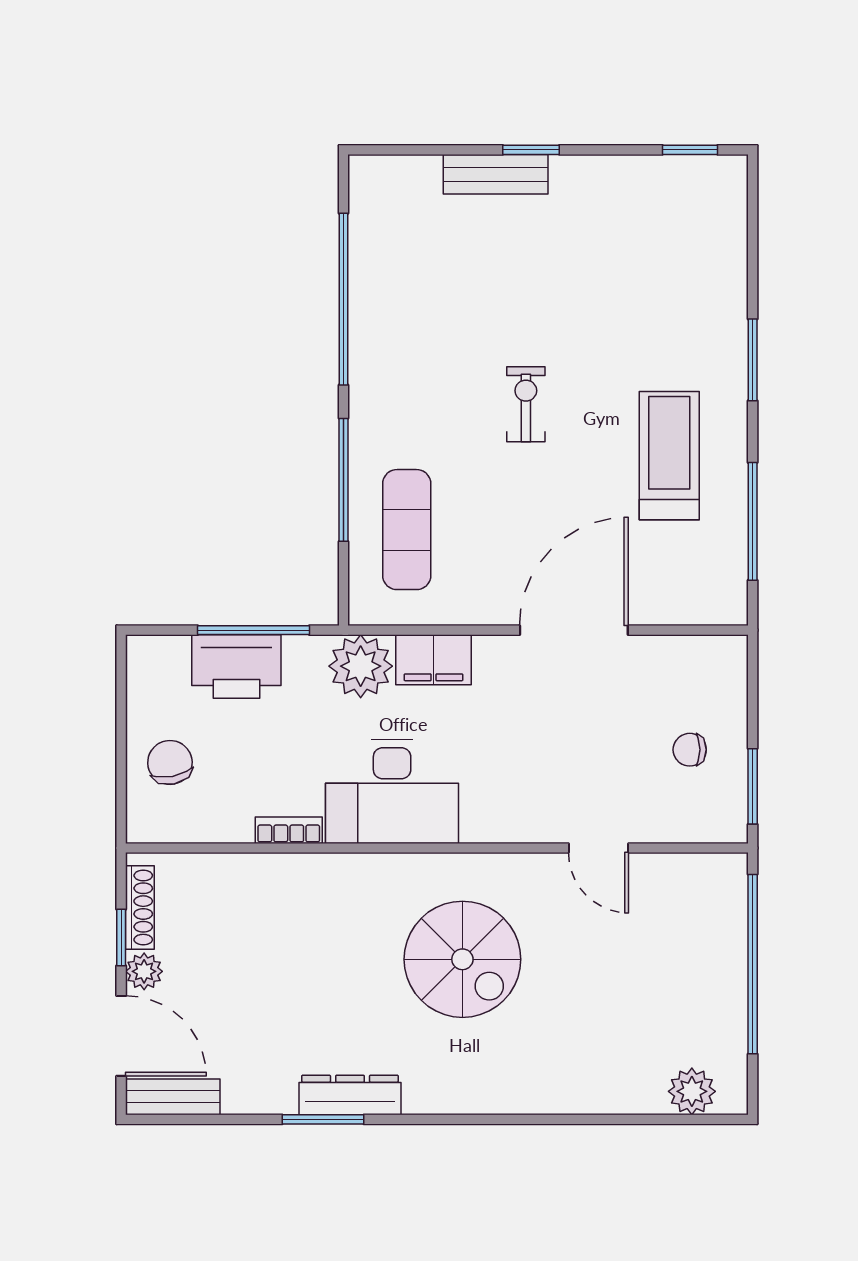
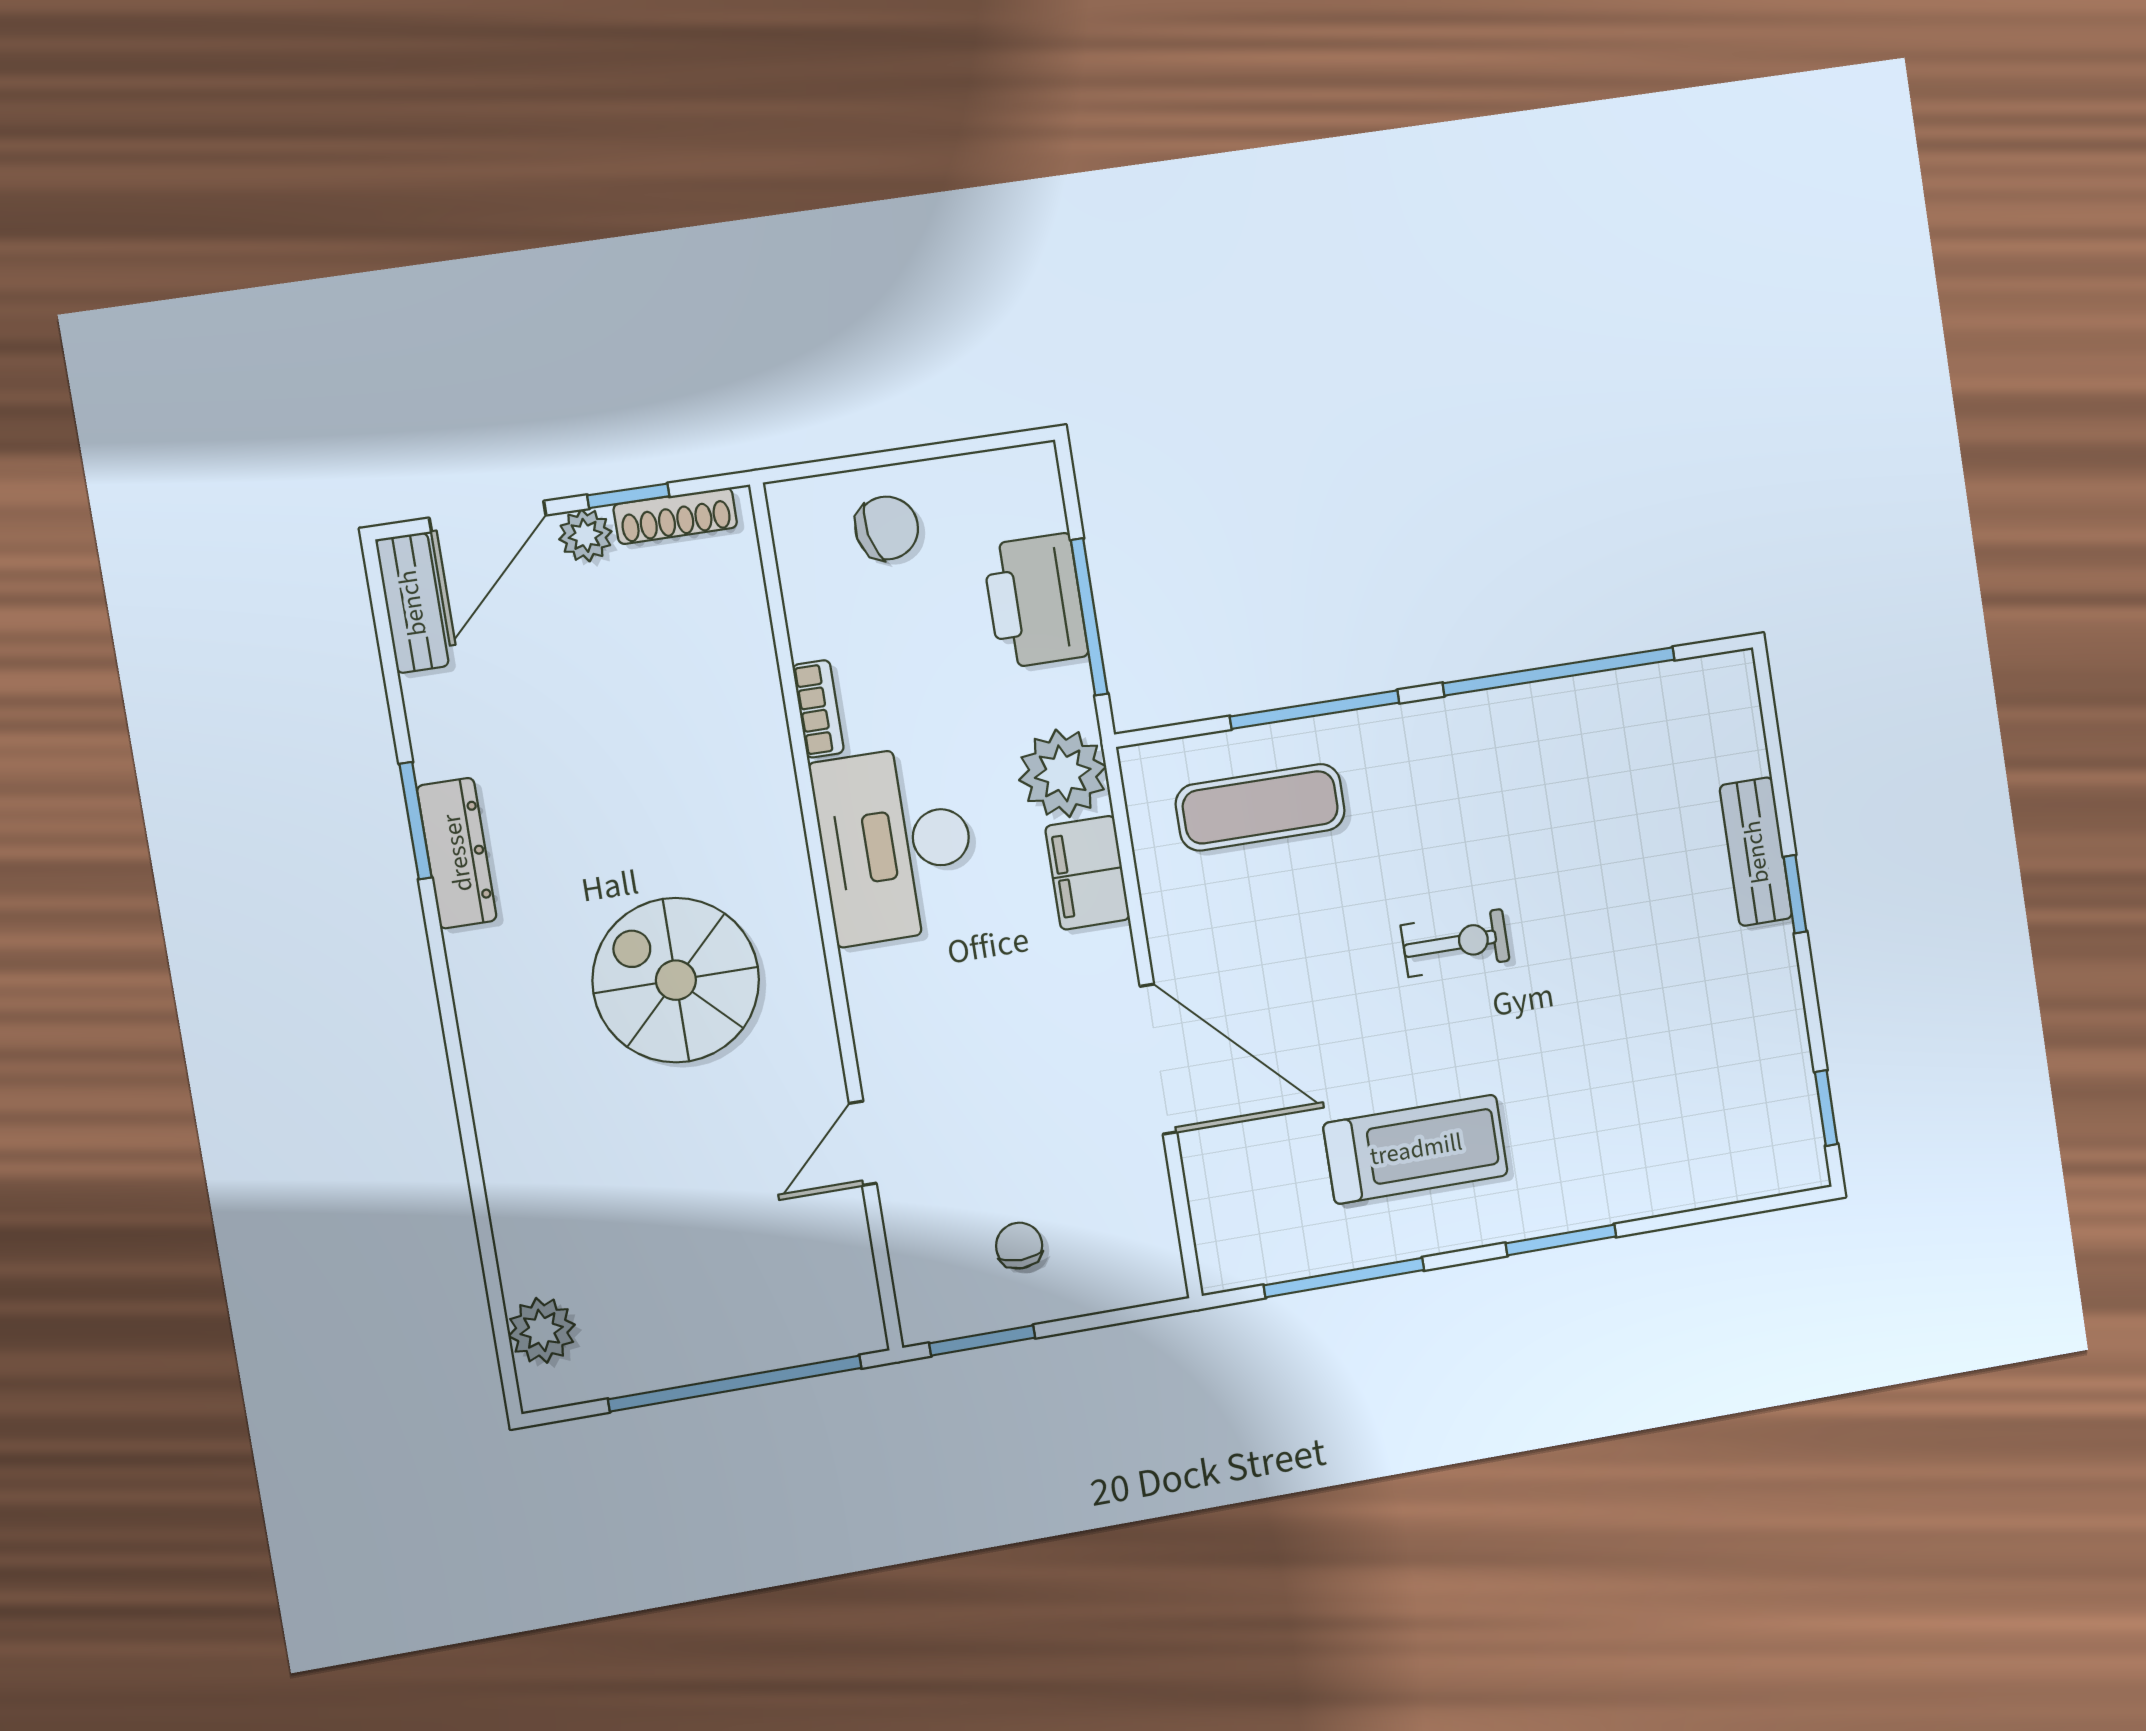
spiral stairs: (462, 959) -> (676, 980), turned 90

